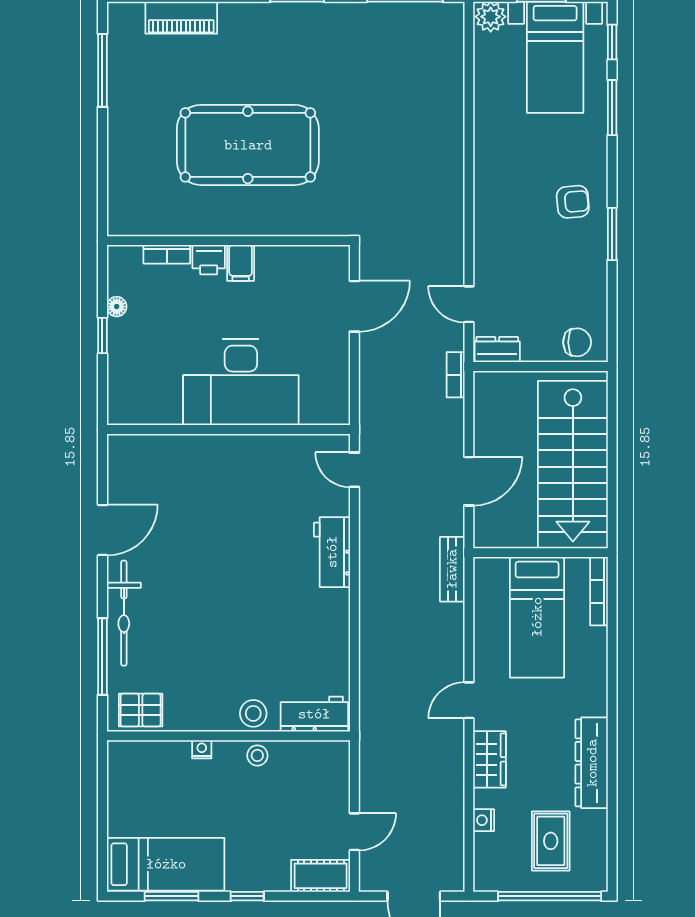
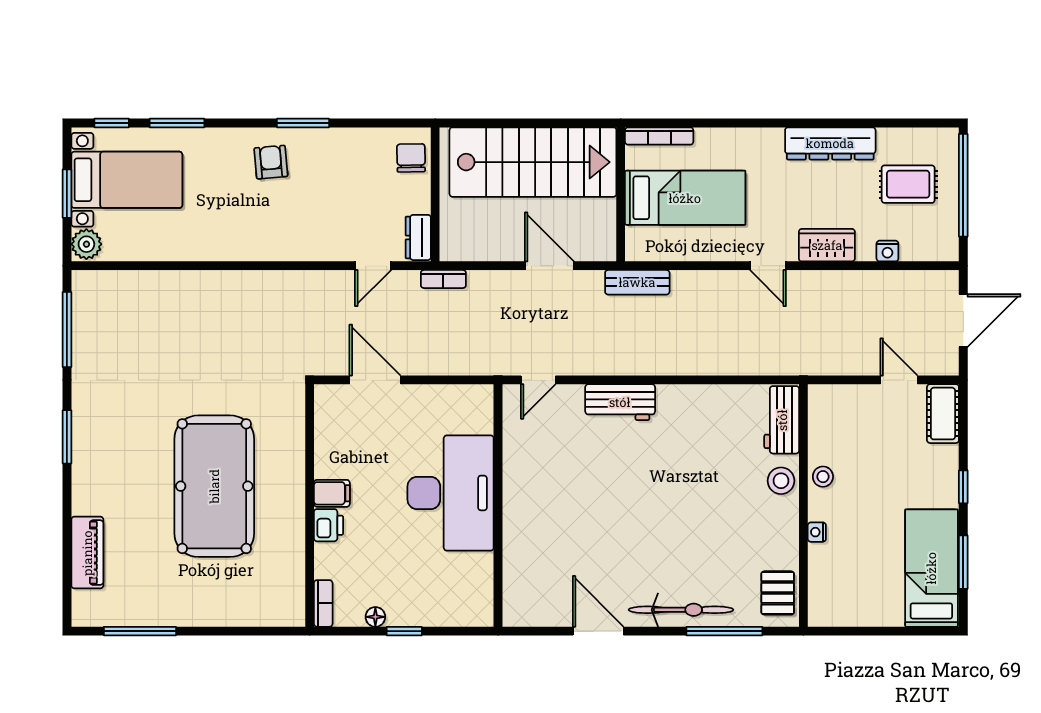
bookcase: (167, 254) -> (323, 603), moved

